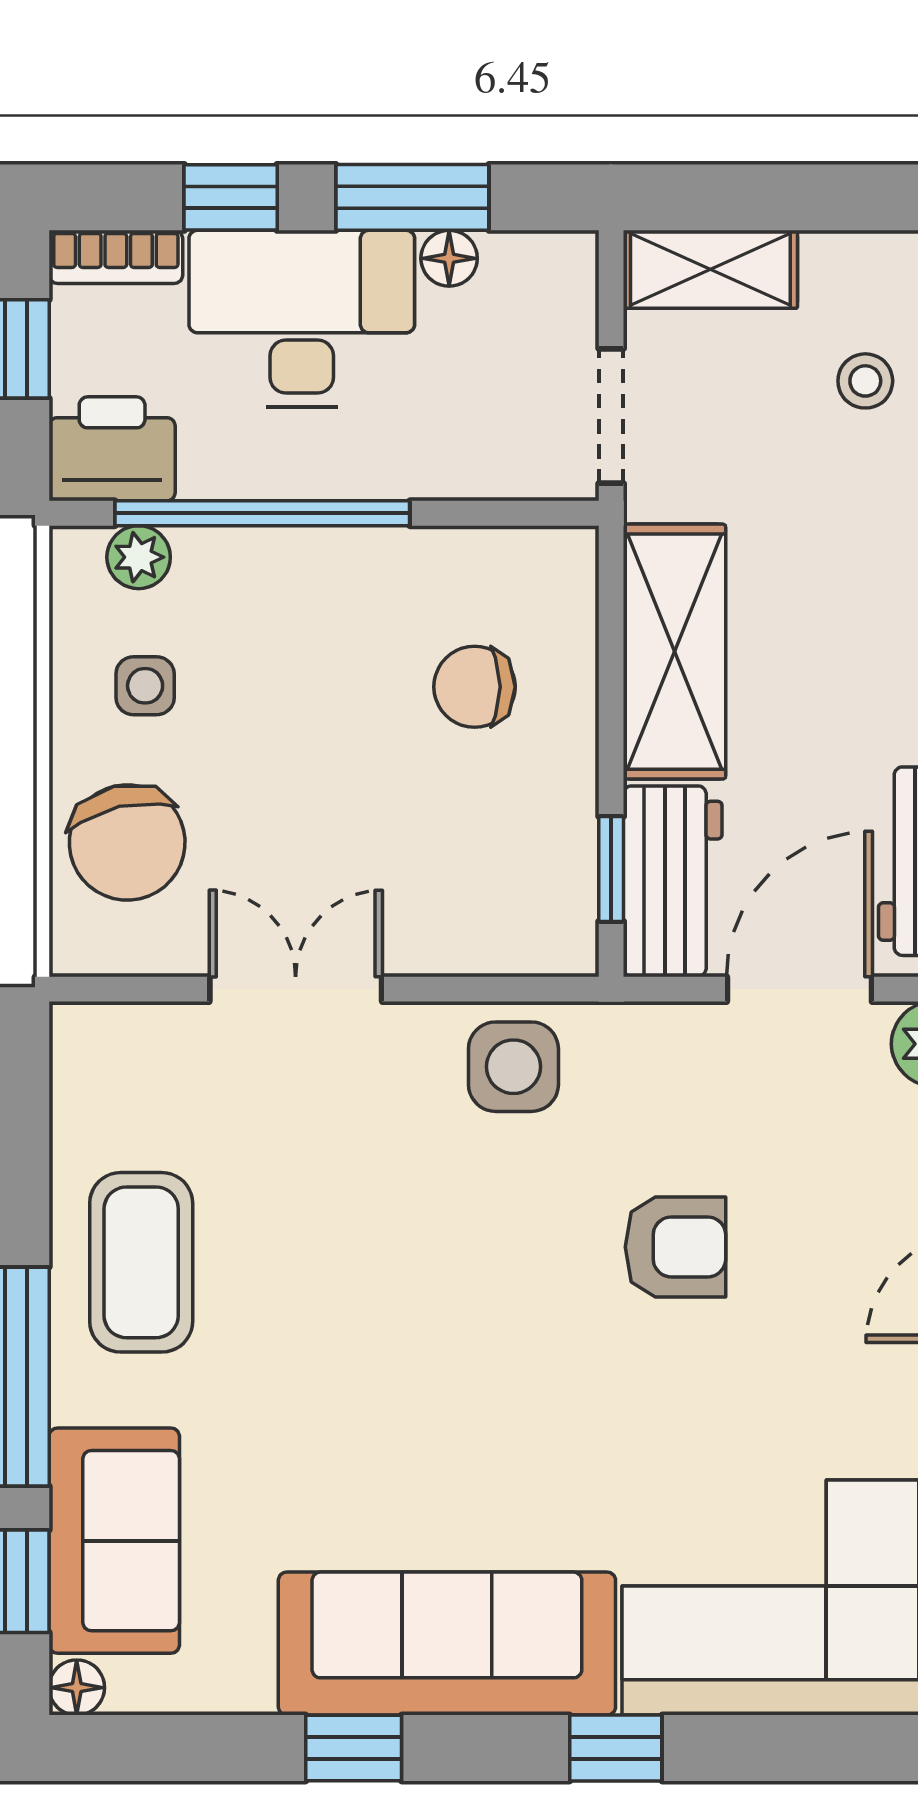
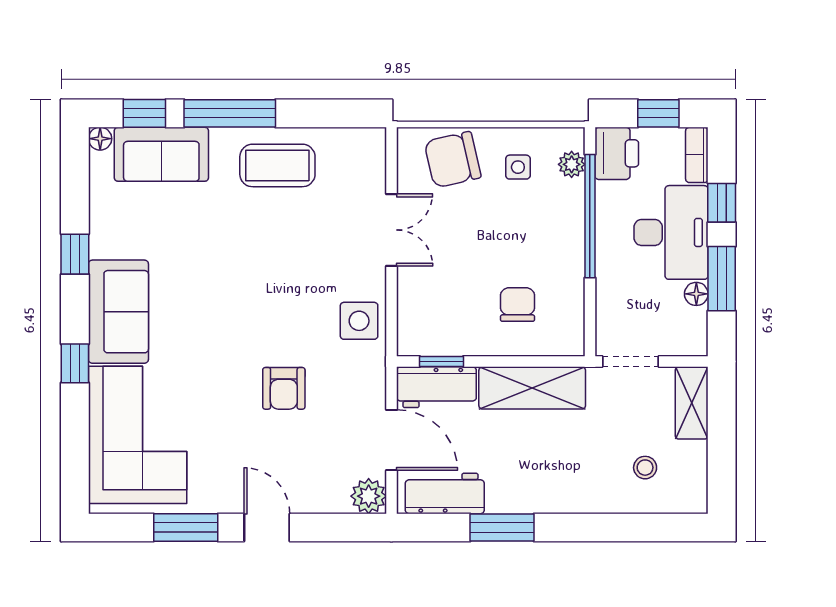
sofa: (447, 1644) -> (118, 312), width x0.73

